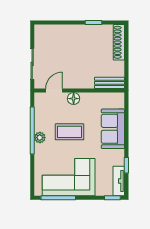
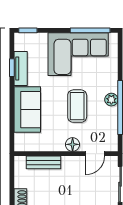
bench: (109, 83) -> (44, 162), moved
coffee table: (69, 132) -> (77, 106), turned 90
tv unit: (119, 181) -> (21, 69), moved

